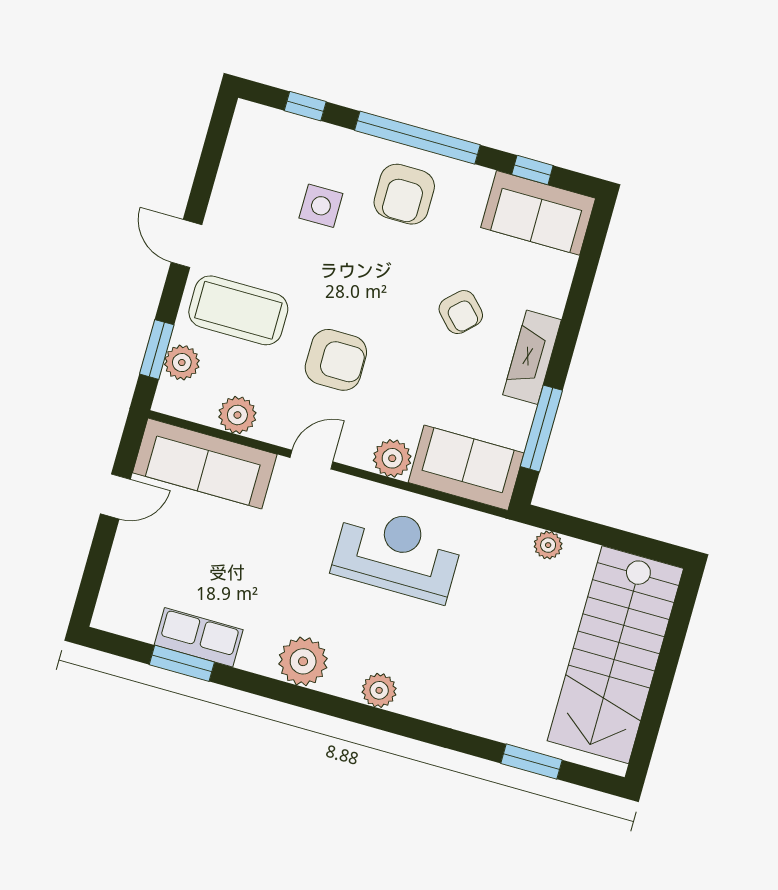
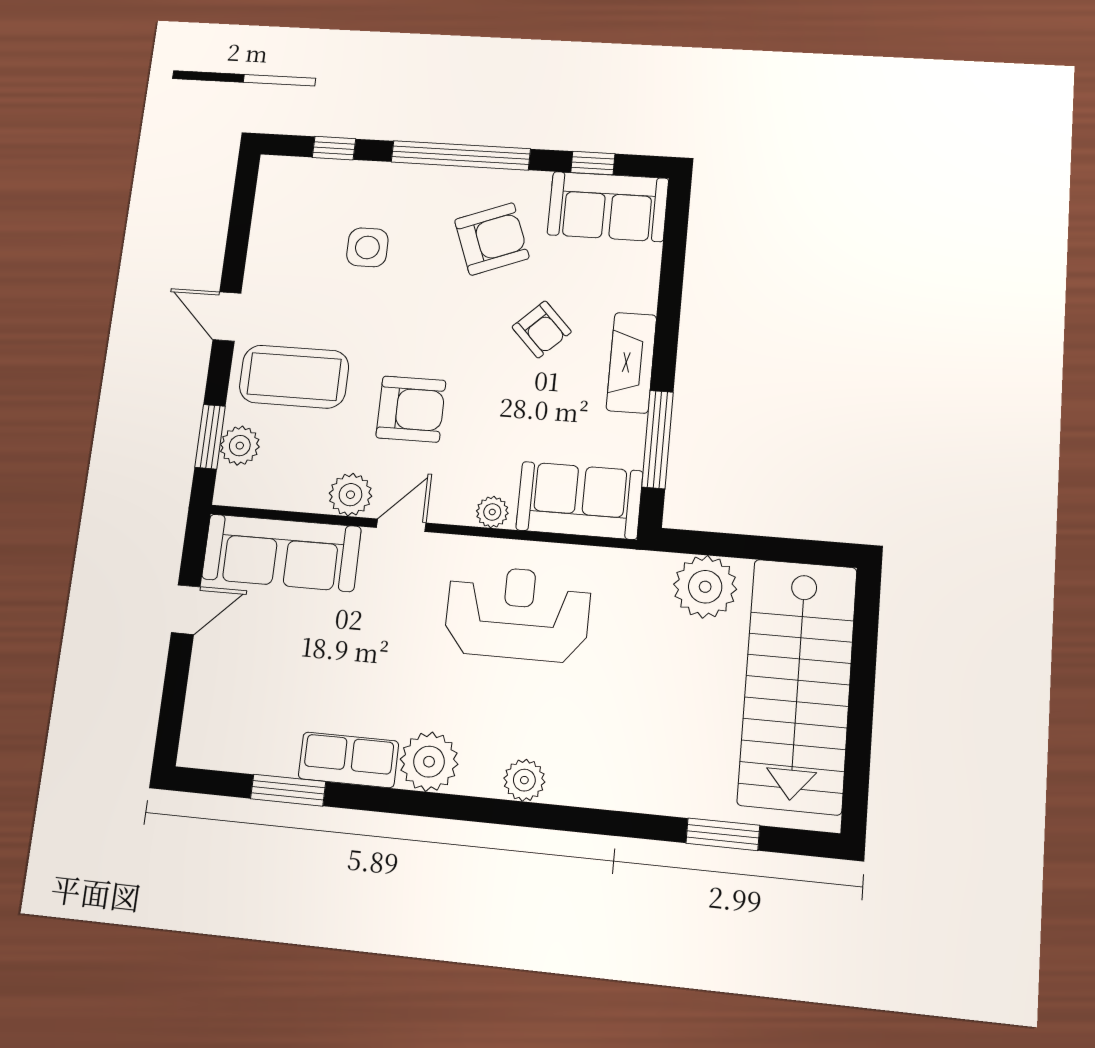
armchair: (404, 194) -> (492, 239), moved, turned -111
plant: (237, 415) -> (350, 495), moved
plant: (392, 458) -> (492, 512), width x0.73, depth x0.73
plant: (548, 545) -> (705, 587), width x1.87, depth x1.87
row of seats: (199, 637) -> (348, 760), moved

